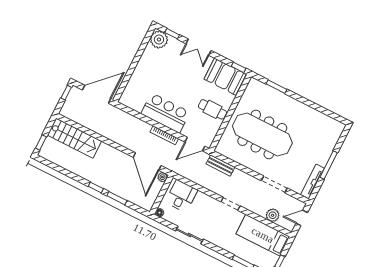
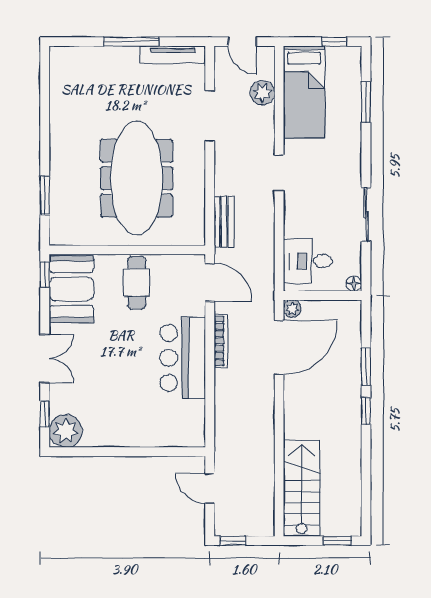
door: (97, 94) -> (210, 489), width x0.53

